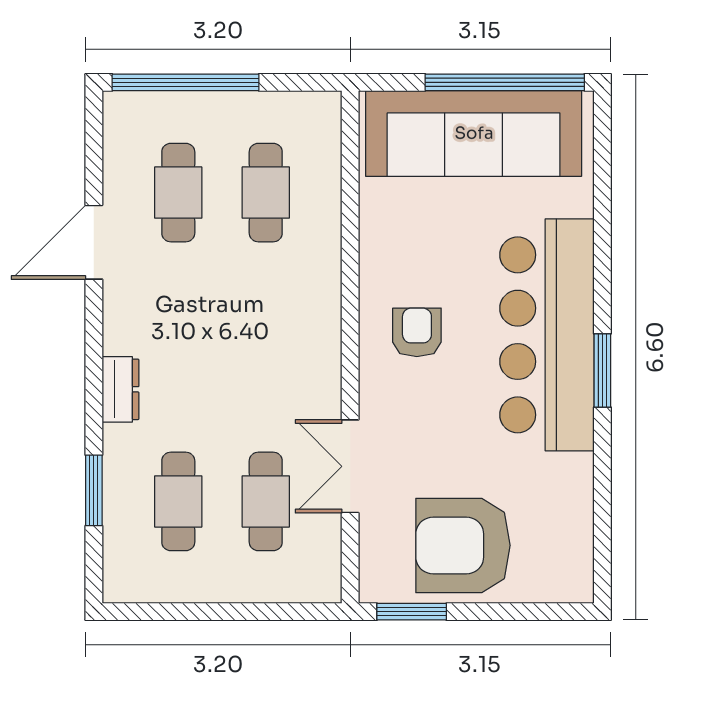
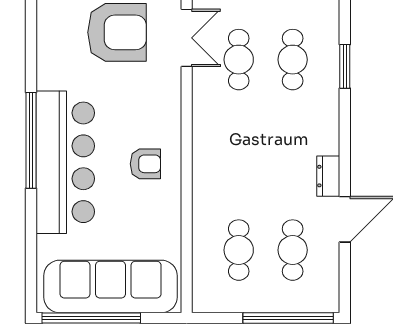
armchair: (417, 332) -> (145, 164), turned -90
window: (602, 371) -> (31, 140), width x2.11
dresser: (121, 389) -> (328, 176), moved
double door: (350, 466) -> (187, 38), moved

